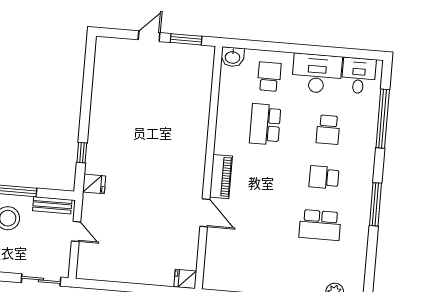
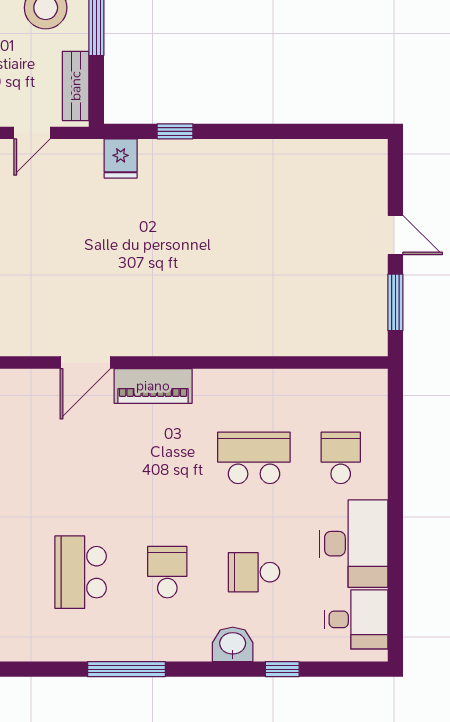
washbasin: (233, 57) -> (233, 644), moved, turned 90
school desk: (269, 77) -> (341, 458), turned -90
window: (383, 119) -> (282, 669), width x0.32

